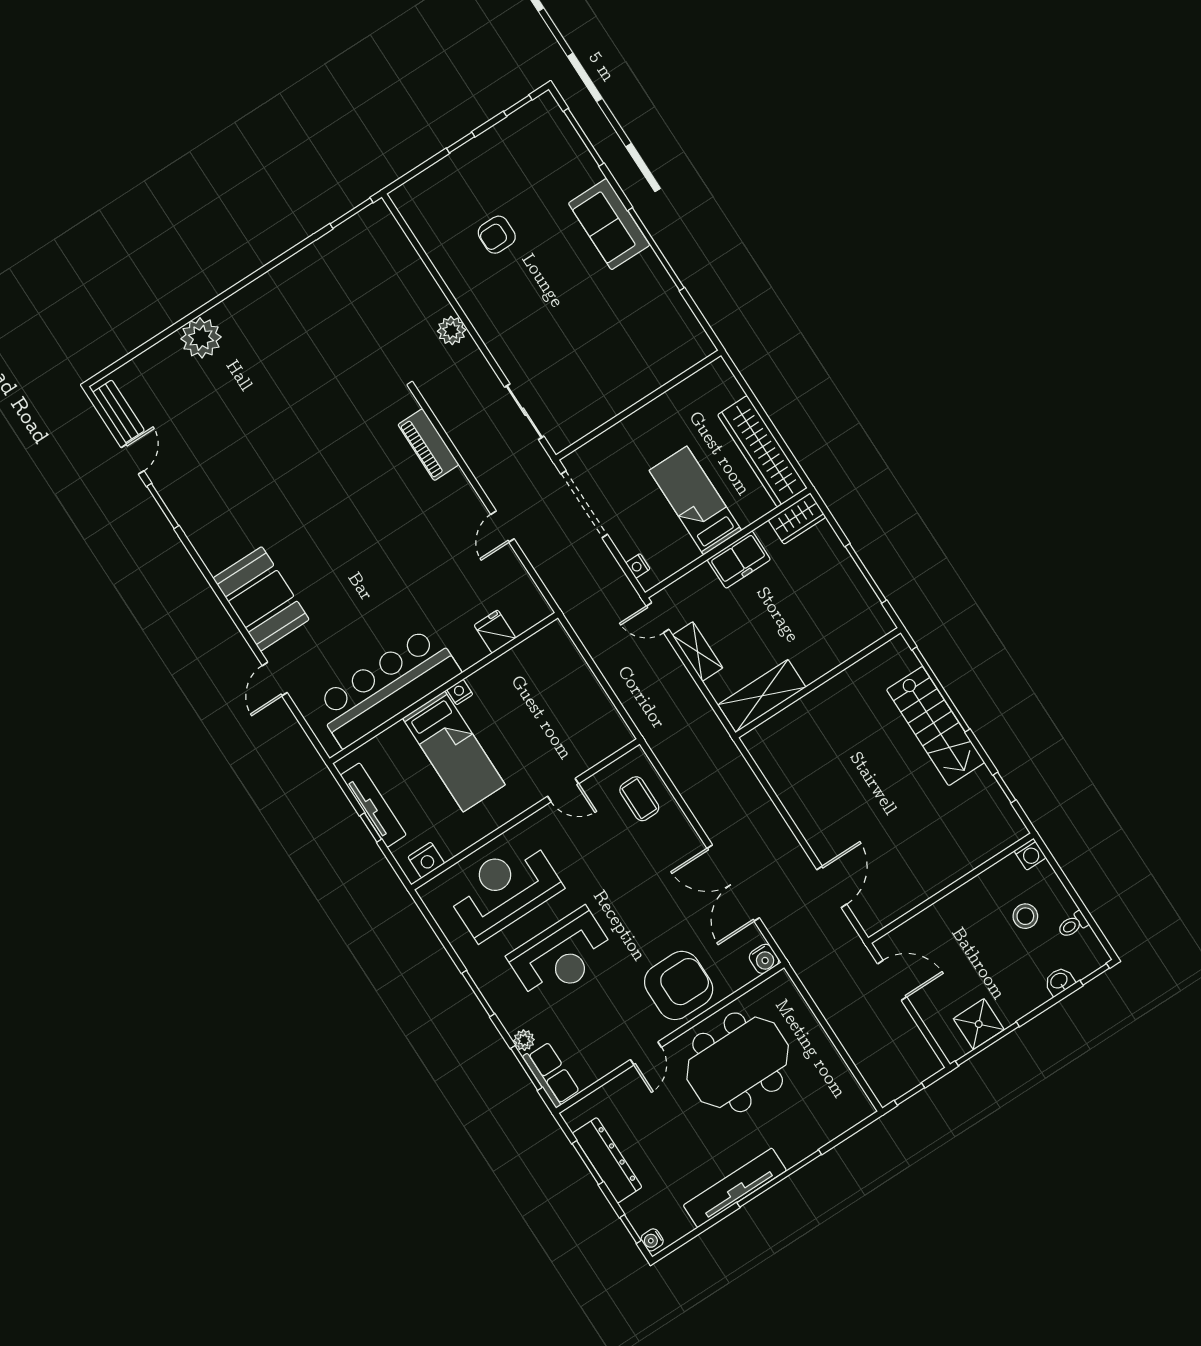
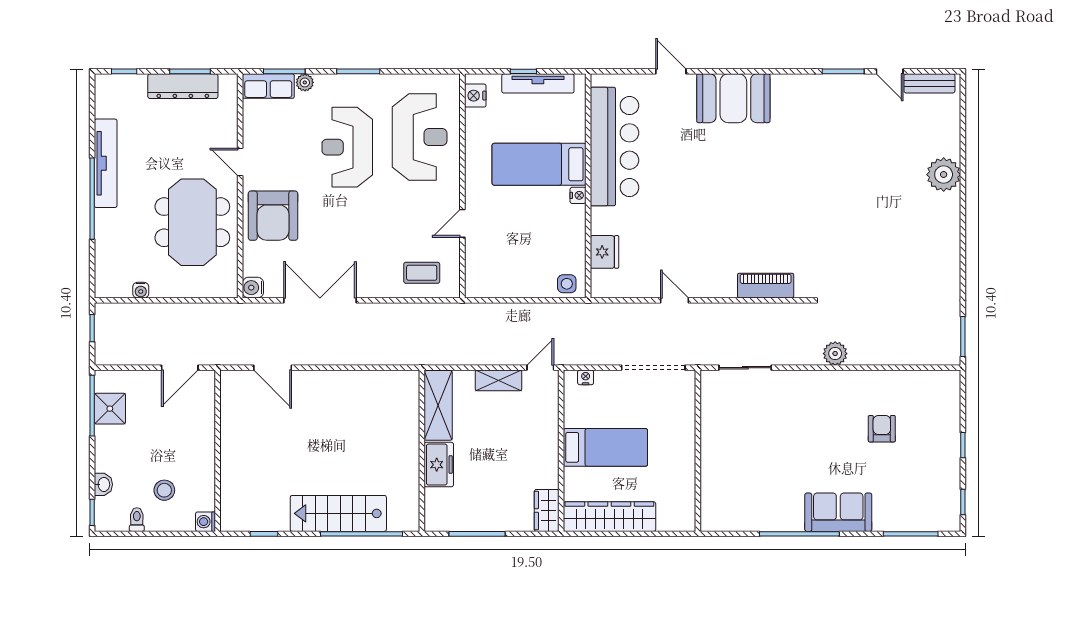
freezer: (739, 560) -> (439, 465), moved, turned 180
fridge: (495, 632) -> (604, 252), width x1.38
side table: (556, 646) -> (567, 284), added
water cooler: (652, 1240) -> (141, 290), moved, turned 180

